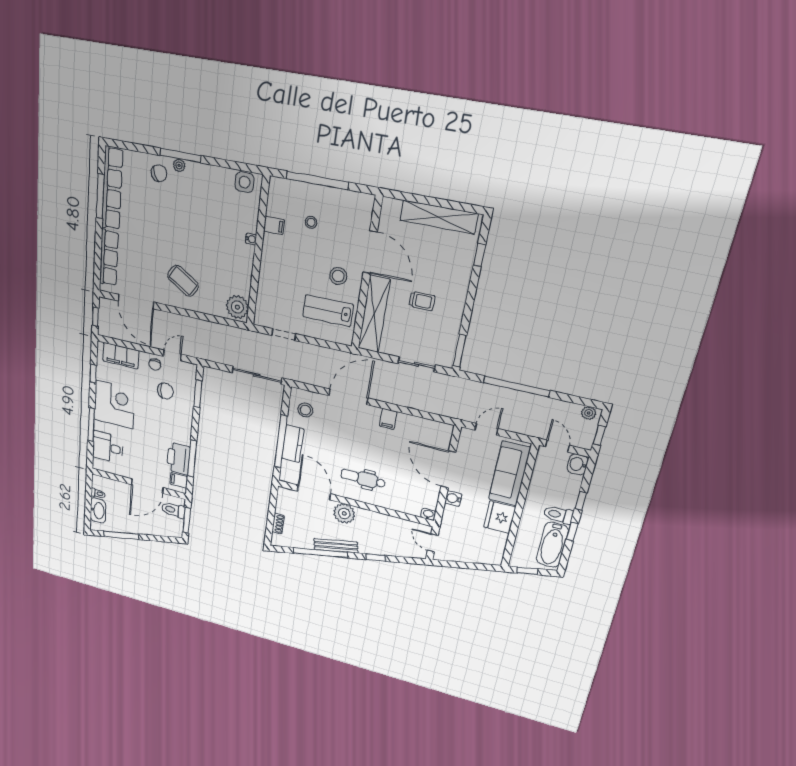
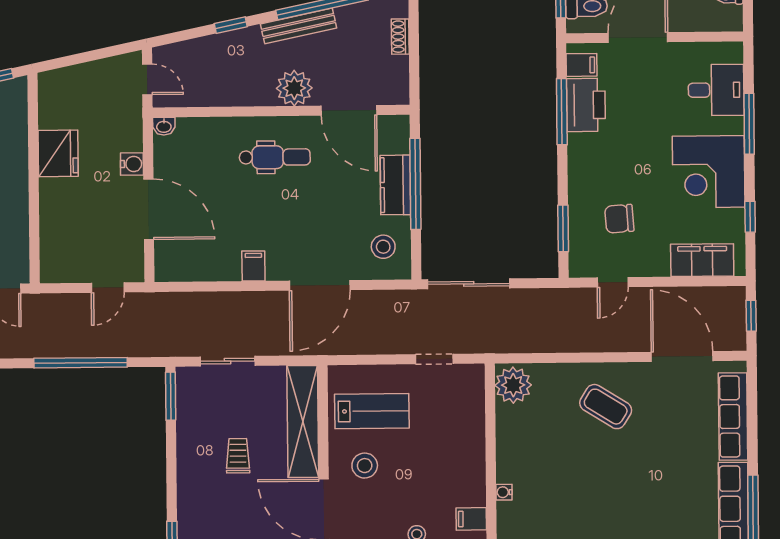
trolley: (422, 301) -> (238, 456), turned 90
chair: (155, 364) -> (641, 260), removed
sofa: (509, 473) -> (60, 228), removed

